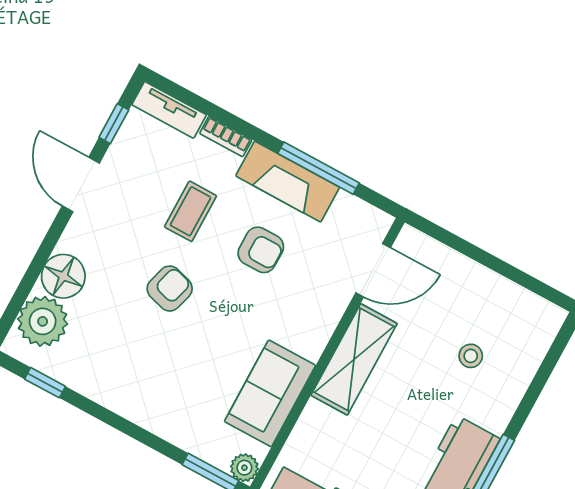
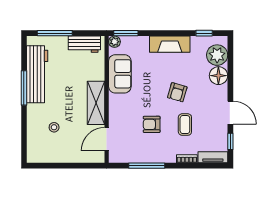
fireplace: (288, 182) -> (170, 44), moved, turned 180

